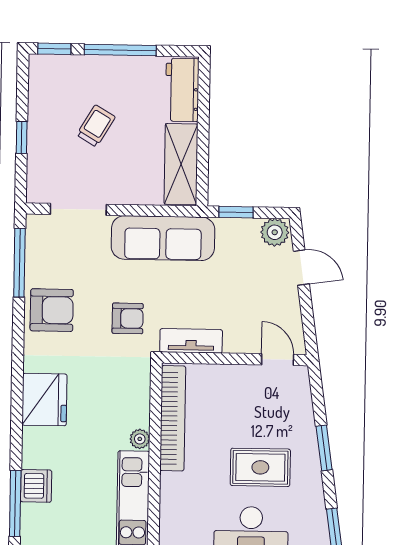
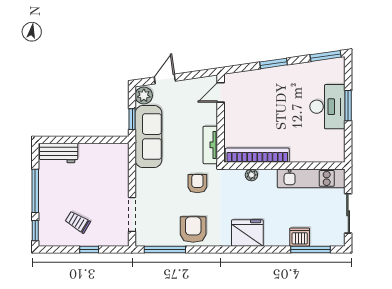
trolley: (96, 126) -> (78, 222), moved
shelving: (181, 164) -> (104, 153), removed
sofa: (163, 238) -> (148, 137), moved
plant: (140, 439) -> (251, 175), moved
rug: (260, 467) -> (286, 102), removed

